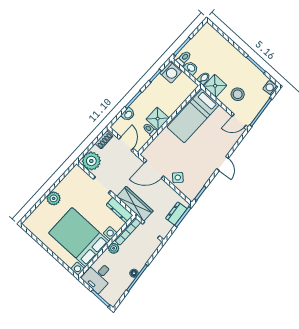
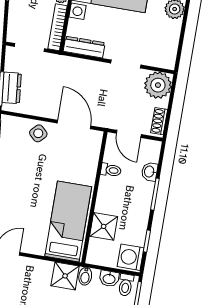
stool: (238, 94) -> (31, 283), removed
shower: (158, 119) -> (104, 226), moved
door: (154, 169) -> (74, 124), hinge flipped
wardrobe: (135, 204) -> (70, 67), removed

